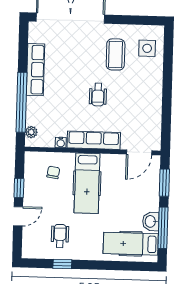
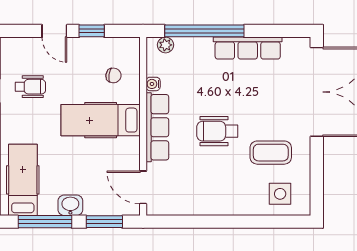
wheelchair: (98, 95) -> (217, 131), width x1.36, depth x1.37
washbasin: (151, 221) -> (70, 205), moved

